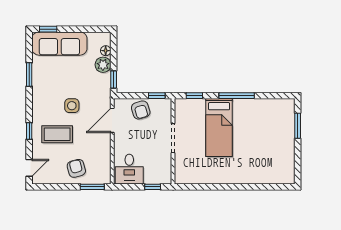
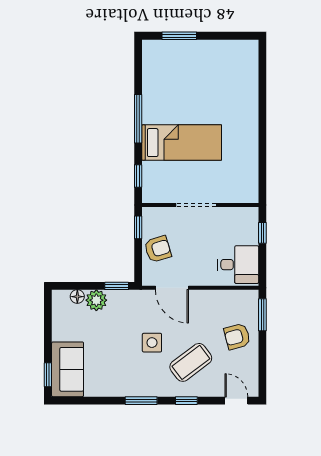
sofa: (59, 44) -> (68, 369), width x0.73
window: (29, 75) -> (141, 401), moved
coffee table: (57, 134) -> (191, 362), turned 53

